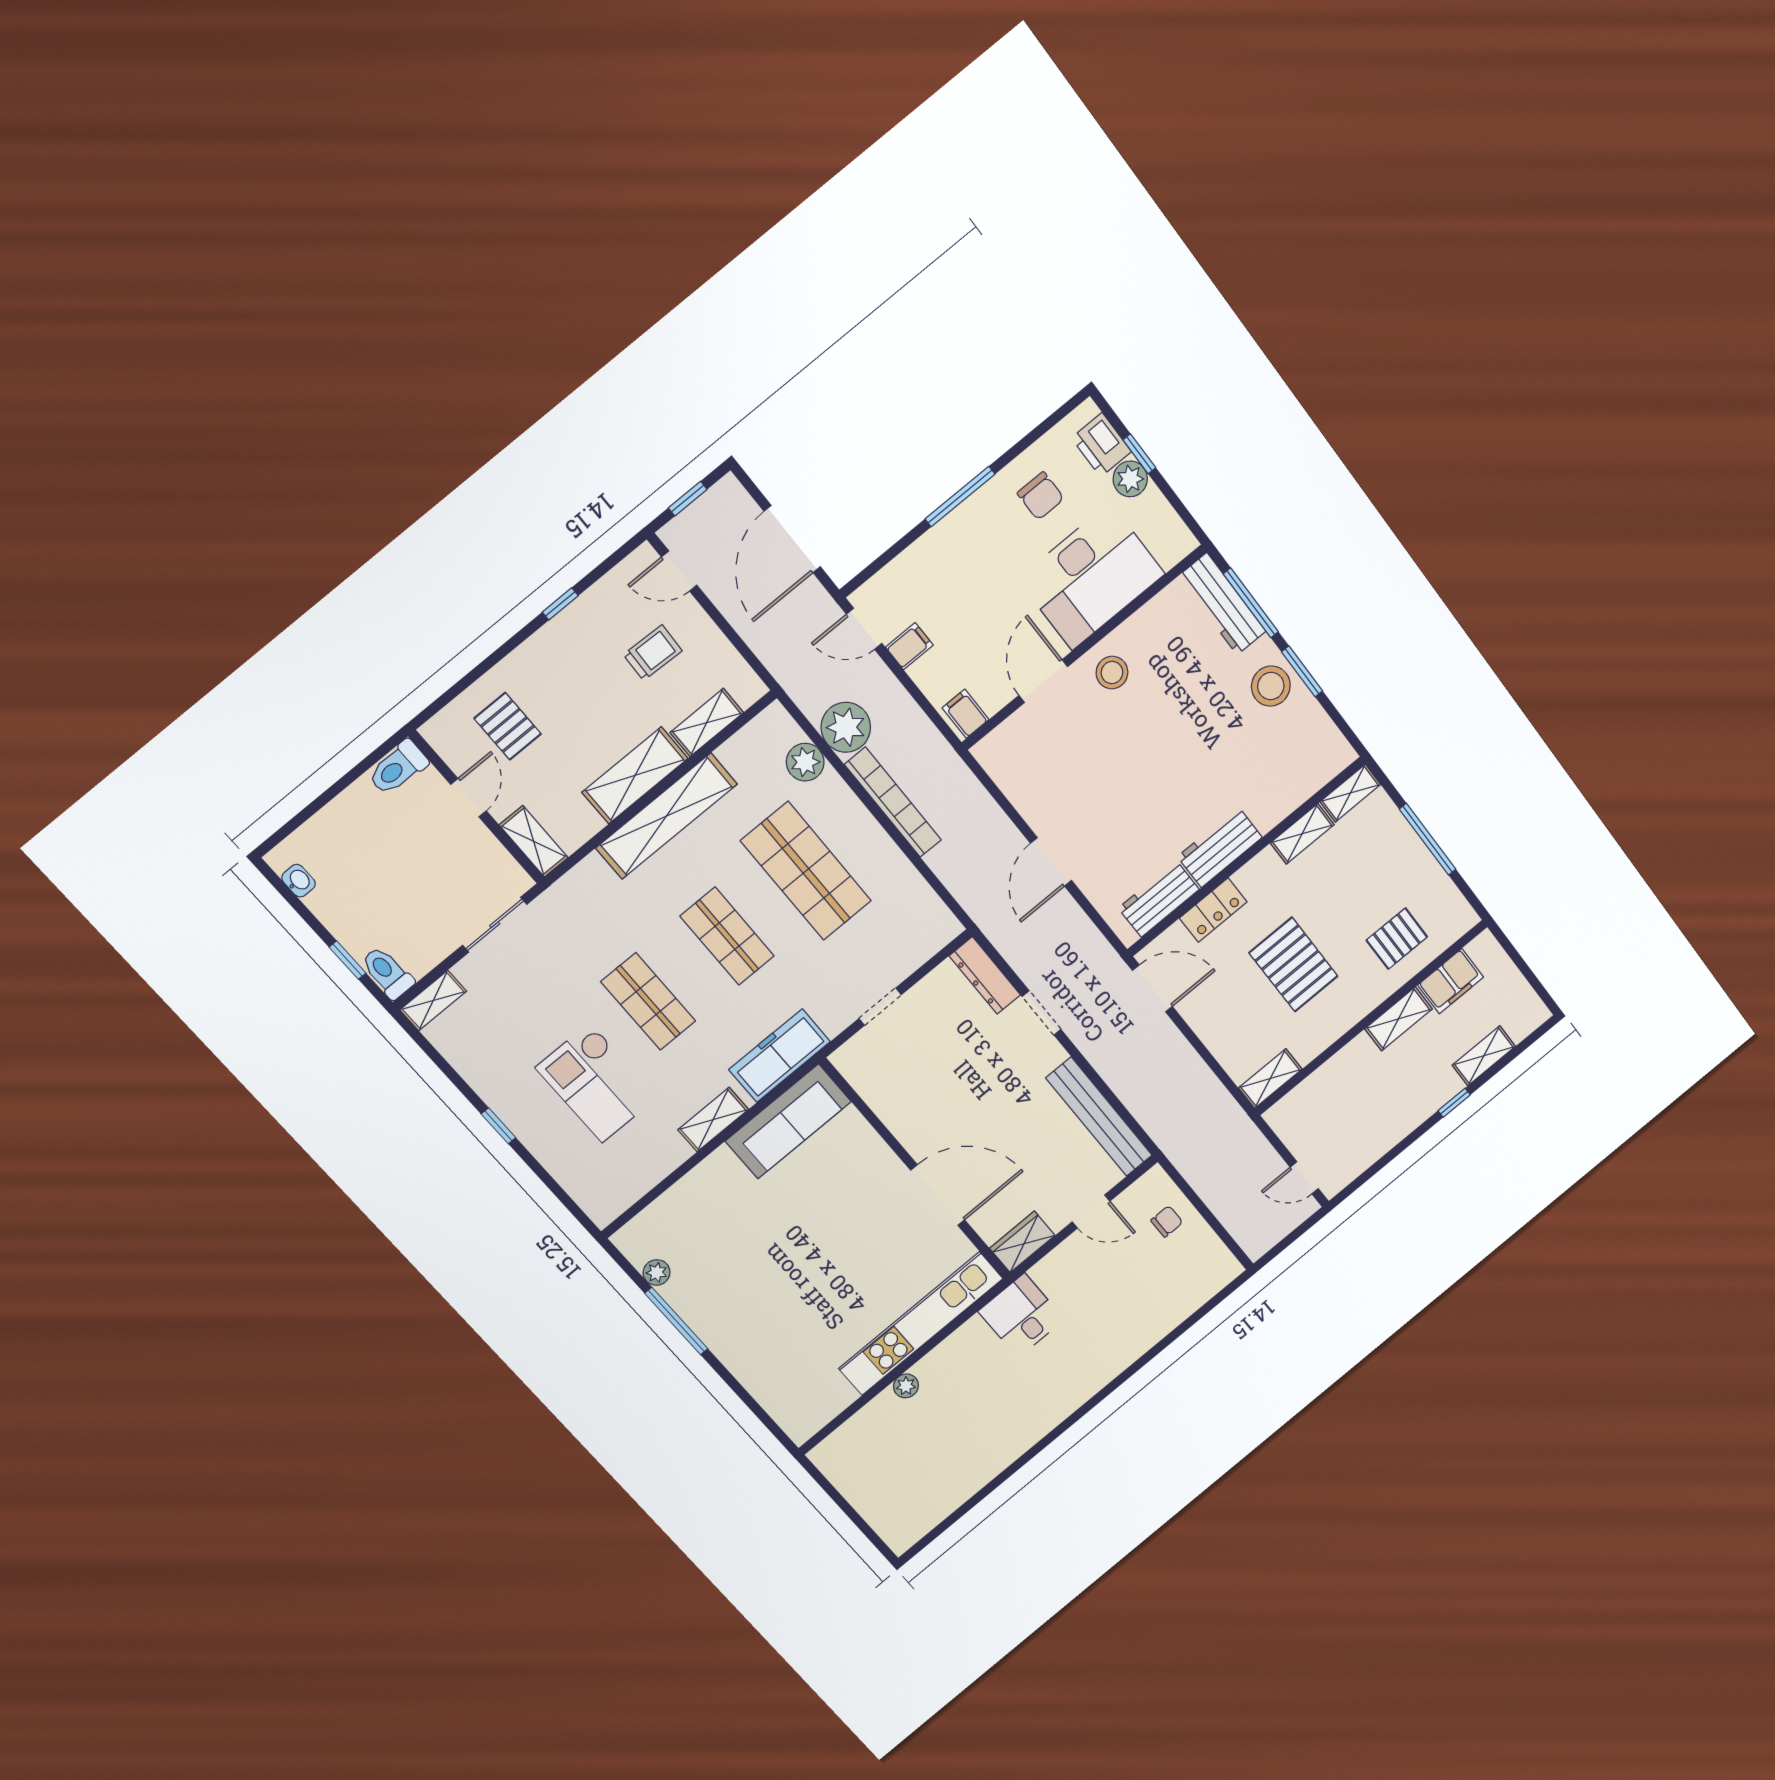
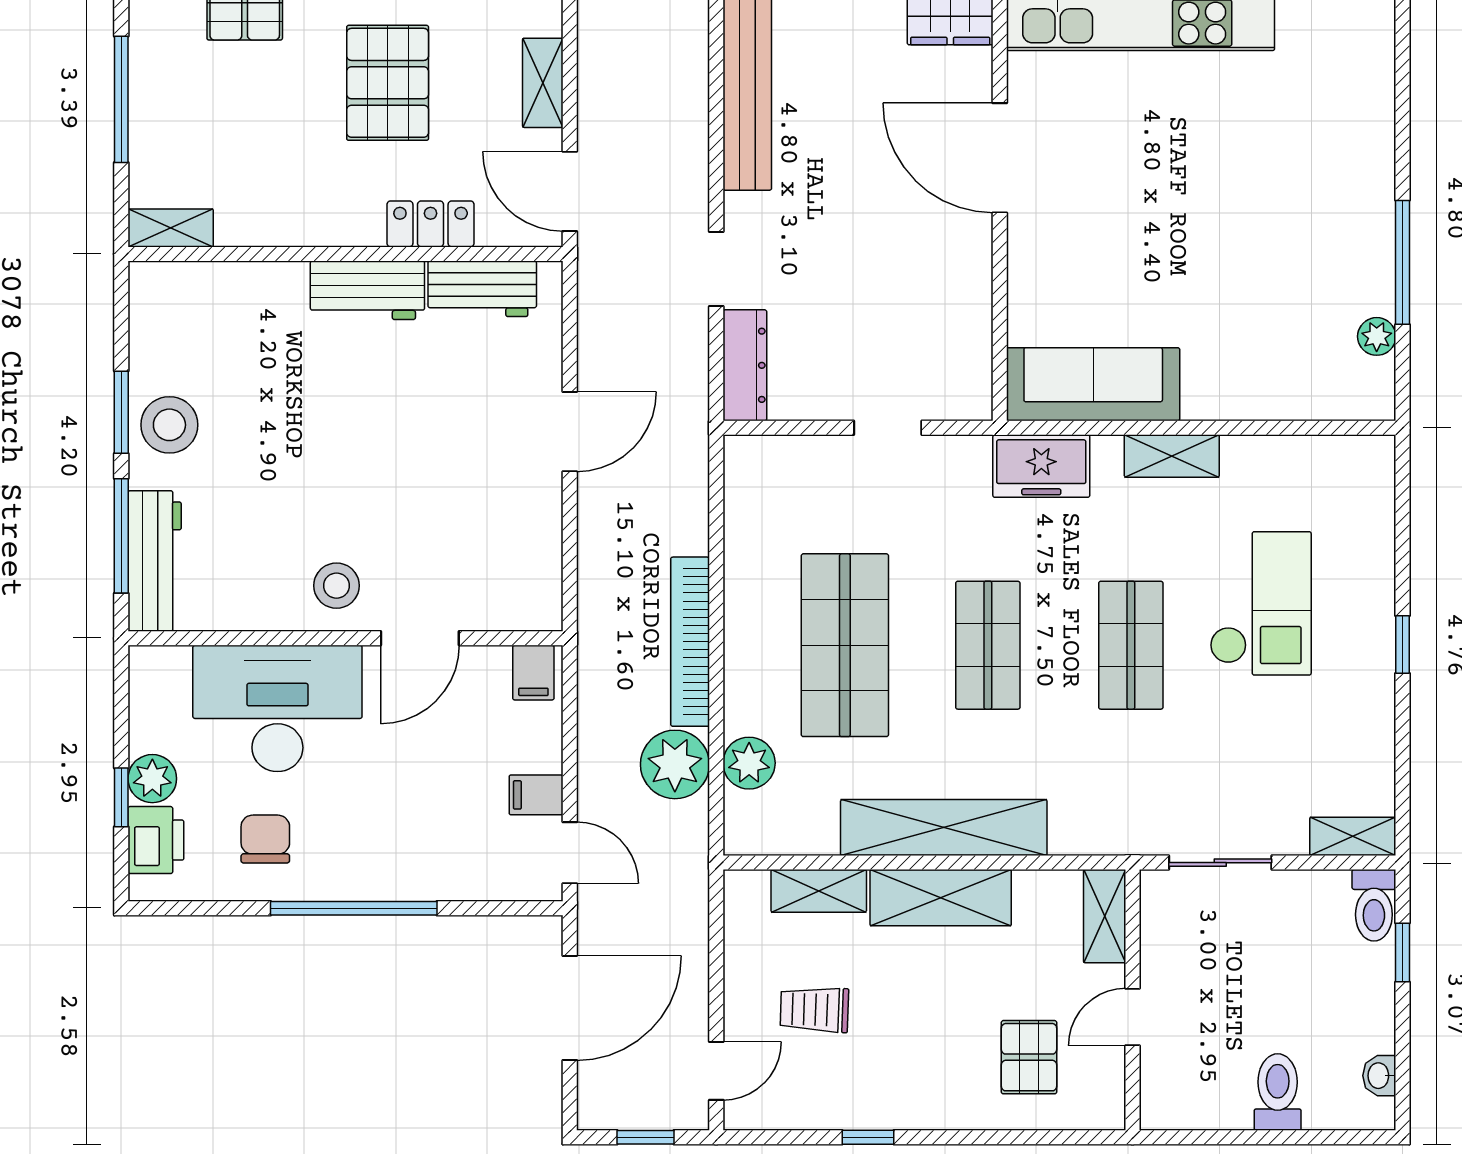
window: (960, 497) -> (354, 908), width x1.46
door: (679, 571) -> (716, 1071), hinge flipped
toilet: (398, 768) -> (1278, 1092), moved, turned -90
shelving: (1302, 834) -> (543, 83), moved, turned 90
freezer: (780, 1056) -> (1041, 466), width x0.71

